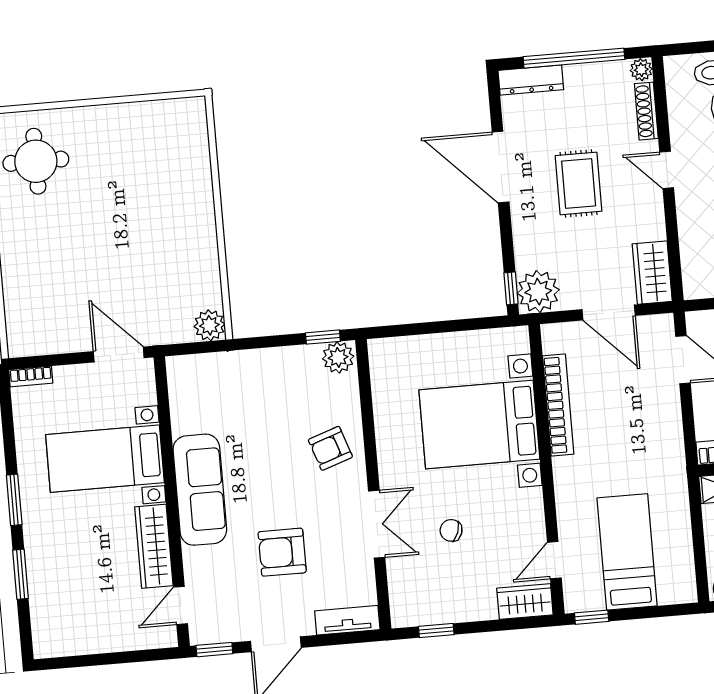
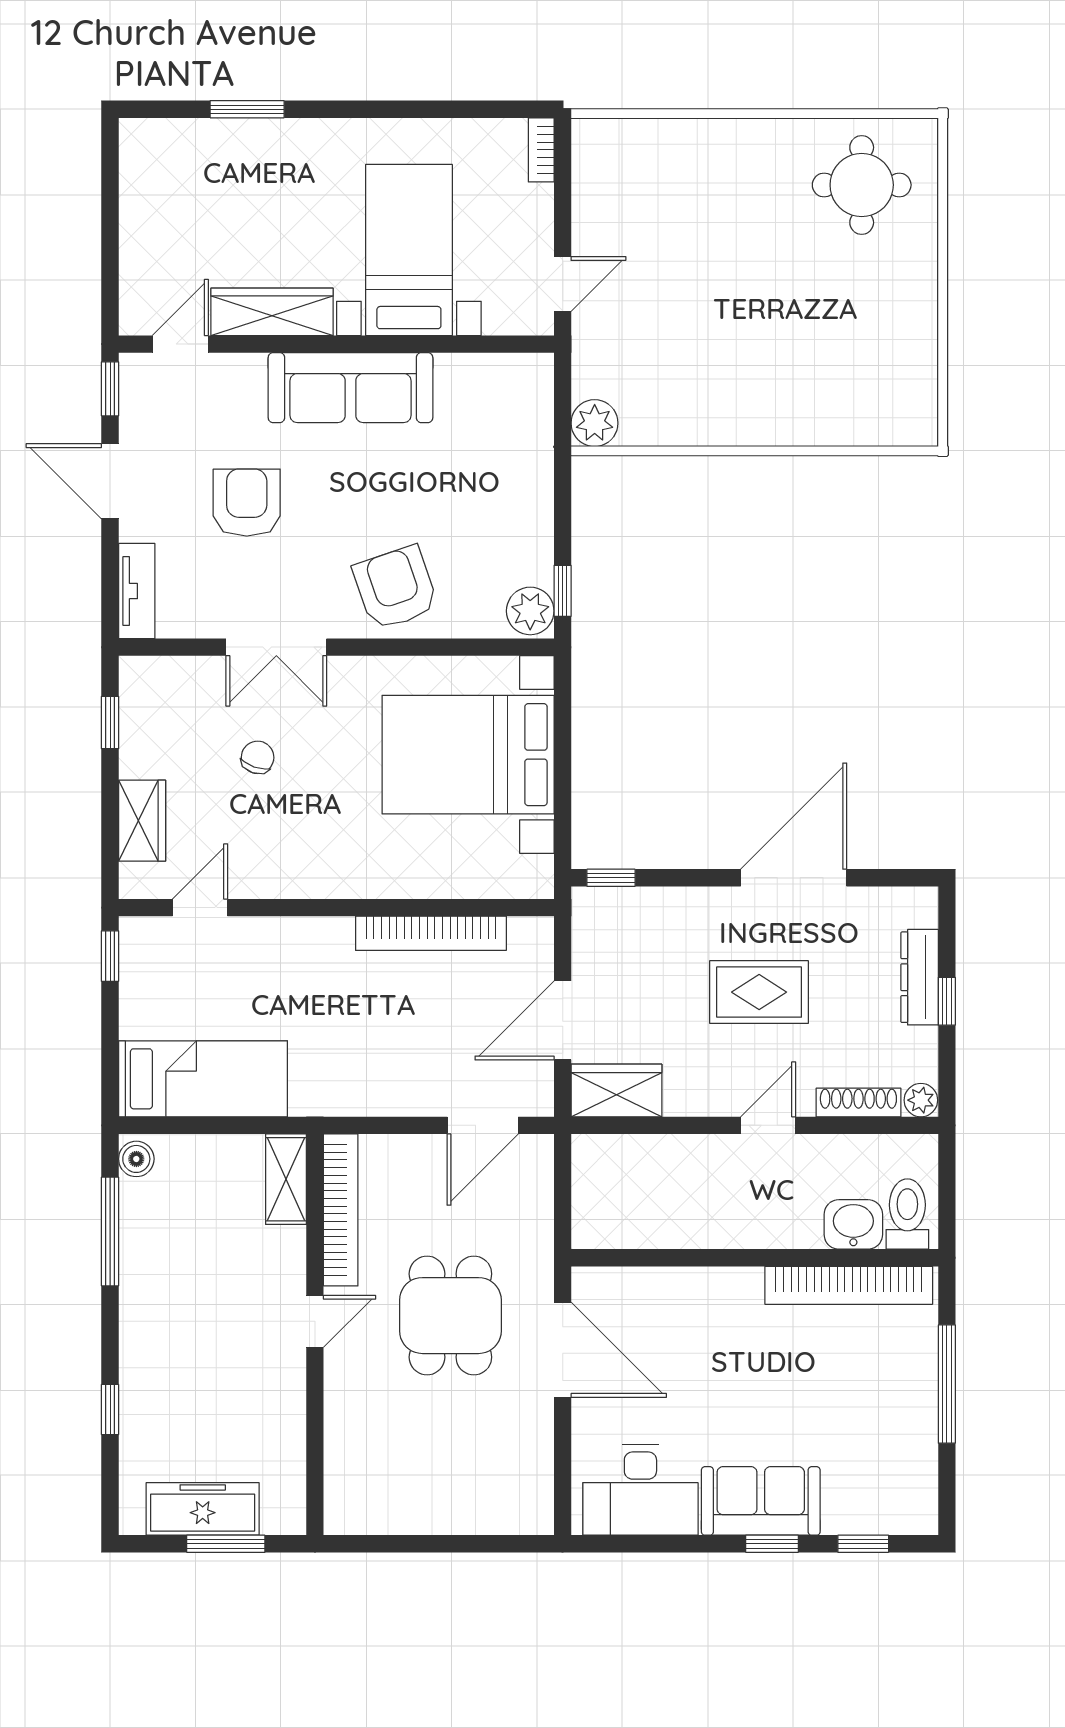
window: (574, 58) -> (947, 1001), width x0.32
dresser: (531, 80) -> (920, 977), moved
plant: (538, 292) -> (603, 918), removed
door: (119, 355) -> (563, 284), width x0.73
bed with nightstands: (479, 425) -> (468, 755), moved, turned -90
armchair: (330, 448) -> (395, 588), width x1.38, depth x1.38
window: (14, 500) -> (359, 109), removed
bed: (627, 552) -> (203, 1079), moved
door: (554, 560) -> (200, 908), hinge flipped
wardrobe: (525, 601) -> (142, 821), moved
door: (181, 605) -> (180, 344), hinge flipped

